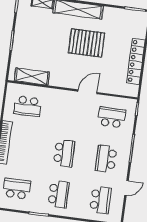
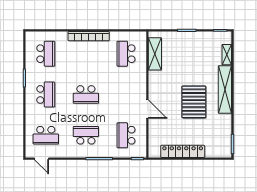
school desk: (112, 117) -> (126, 135), turned 180
door: (126, 188) -> (42, 159), moved
school desk: (59, 194) -> (46, 94), turned -90

